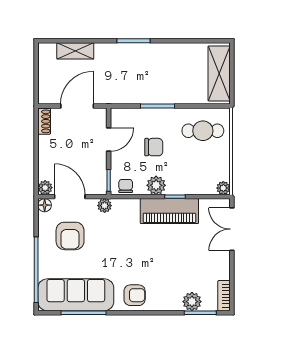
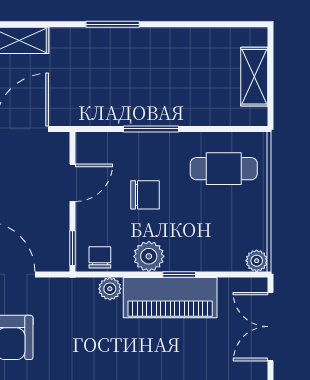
shelving: (219, 73) -> (254, 77), width x0.67, depth x0.75
plant: (105, 206) -> (110, 289), moved

